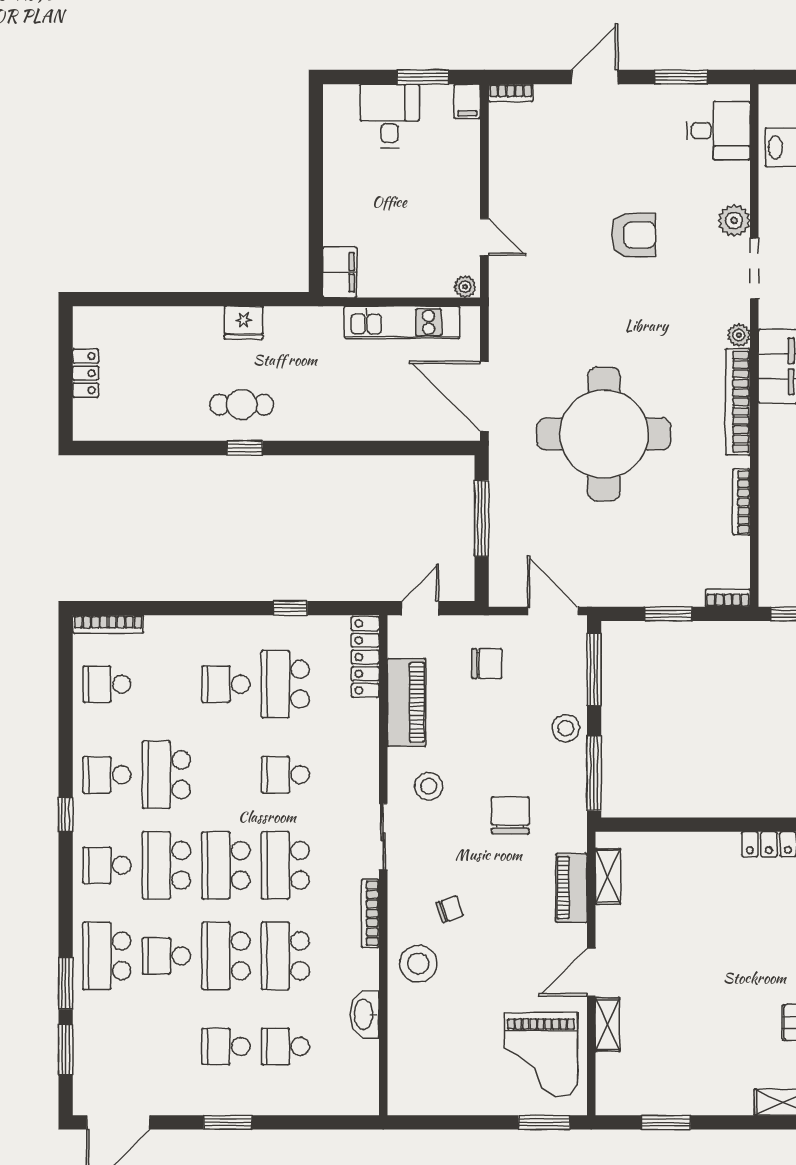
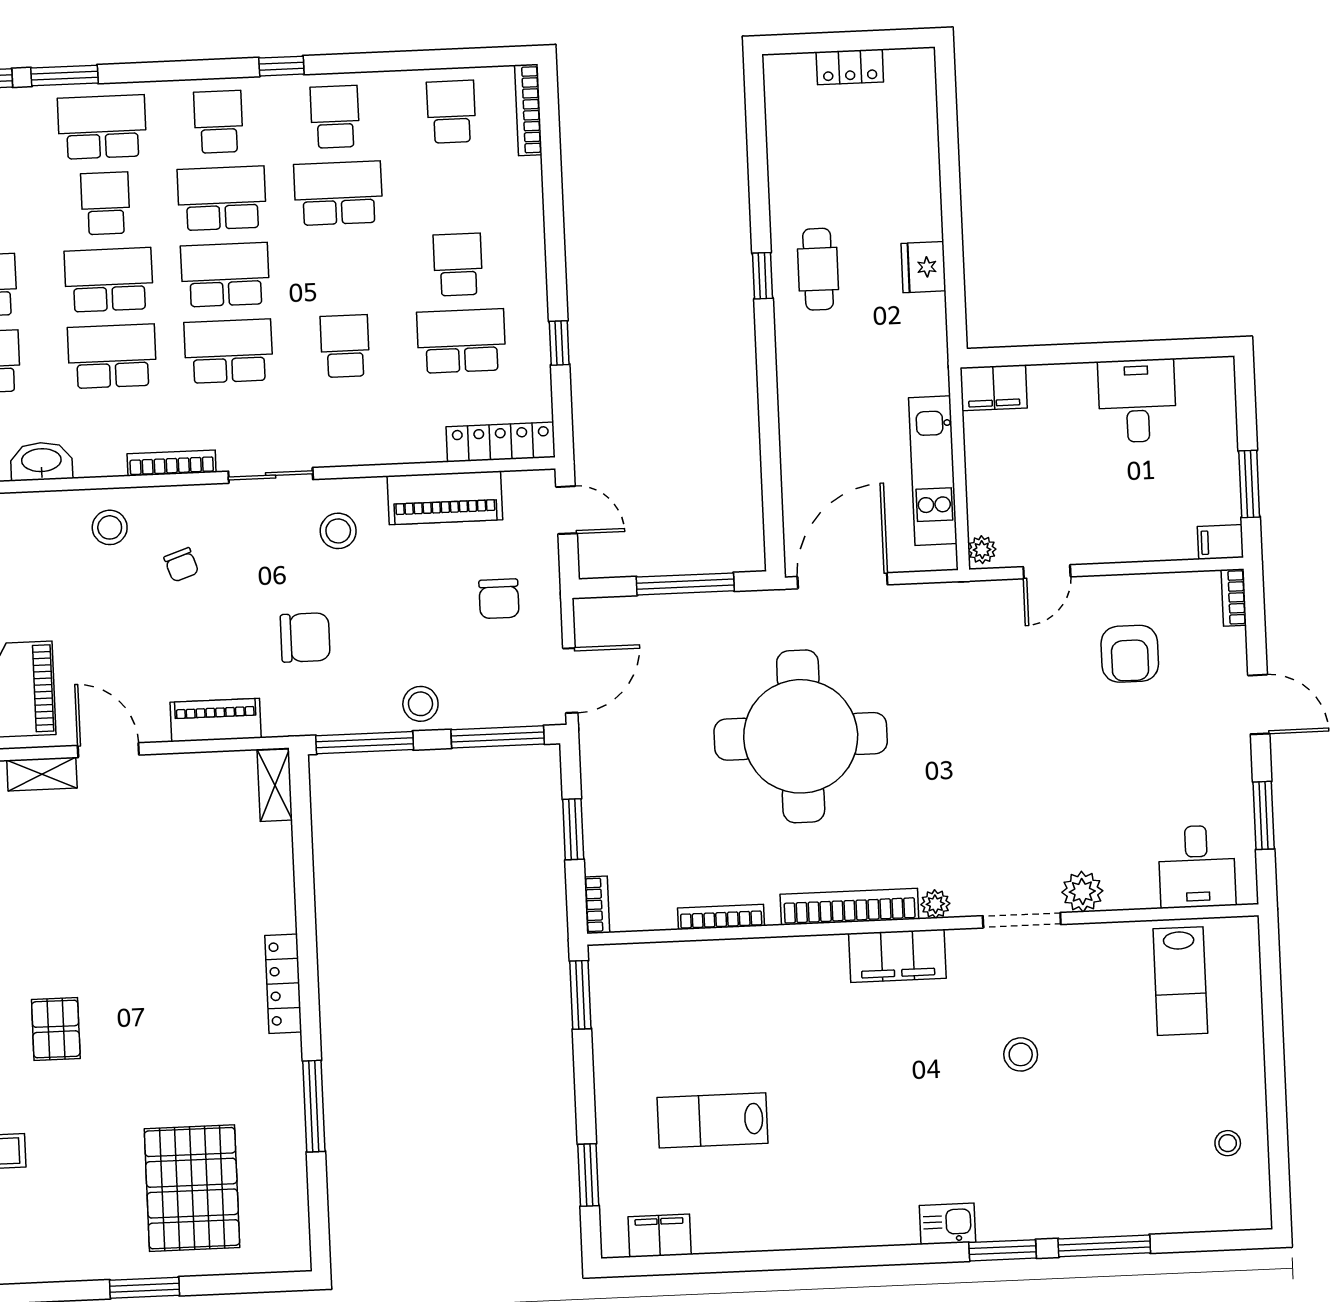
desk: (390, 116) -> (1137, 401), moved, turned -90
armchair: (634, 235) -> (1130, 654), moved
shelving: (608, 876) -> (275, 785), moved, turned 90
stool: (418, 964) -> (110, 527), width x0.73, depth x0.73

